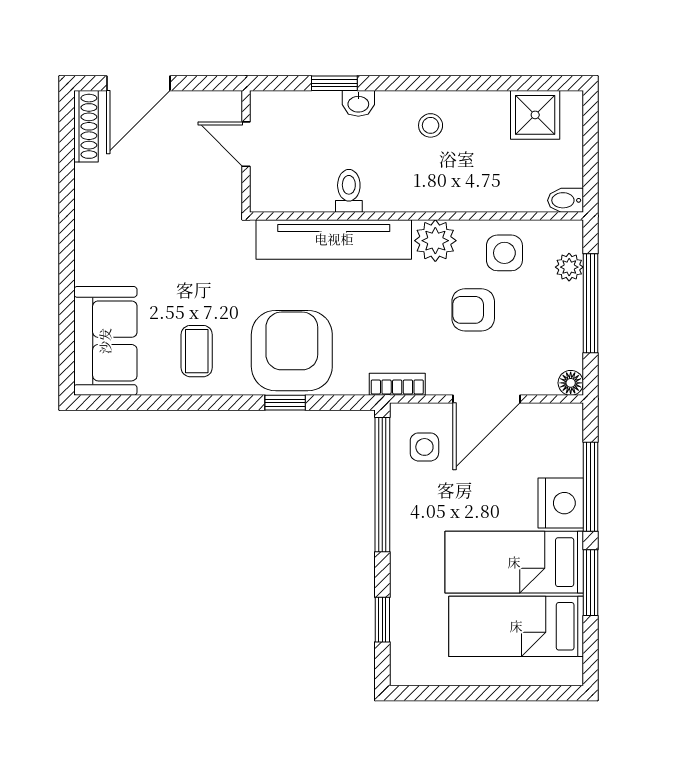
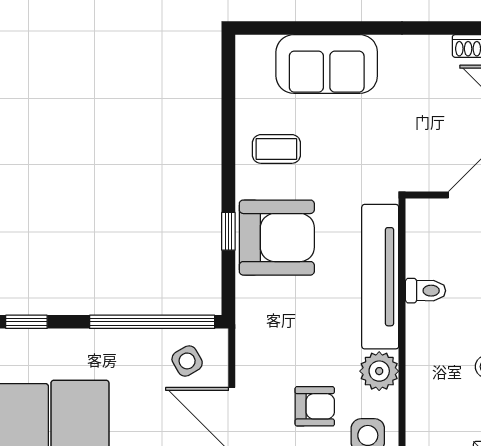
armchair: (473, 310) -> (315, 406), turned 90
sofa: (105, 341) -> (327, 64), moved
bookcase: (397, 384) -> (246, 336), removed
side table: (424, 447) -> (187, 361), turned -30

